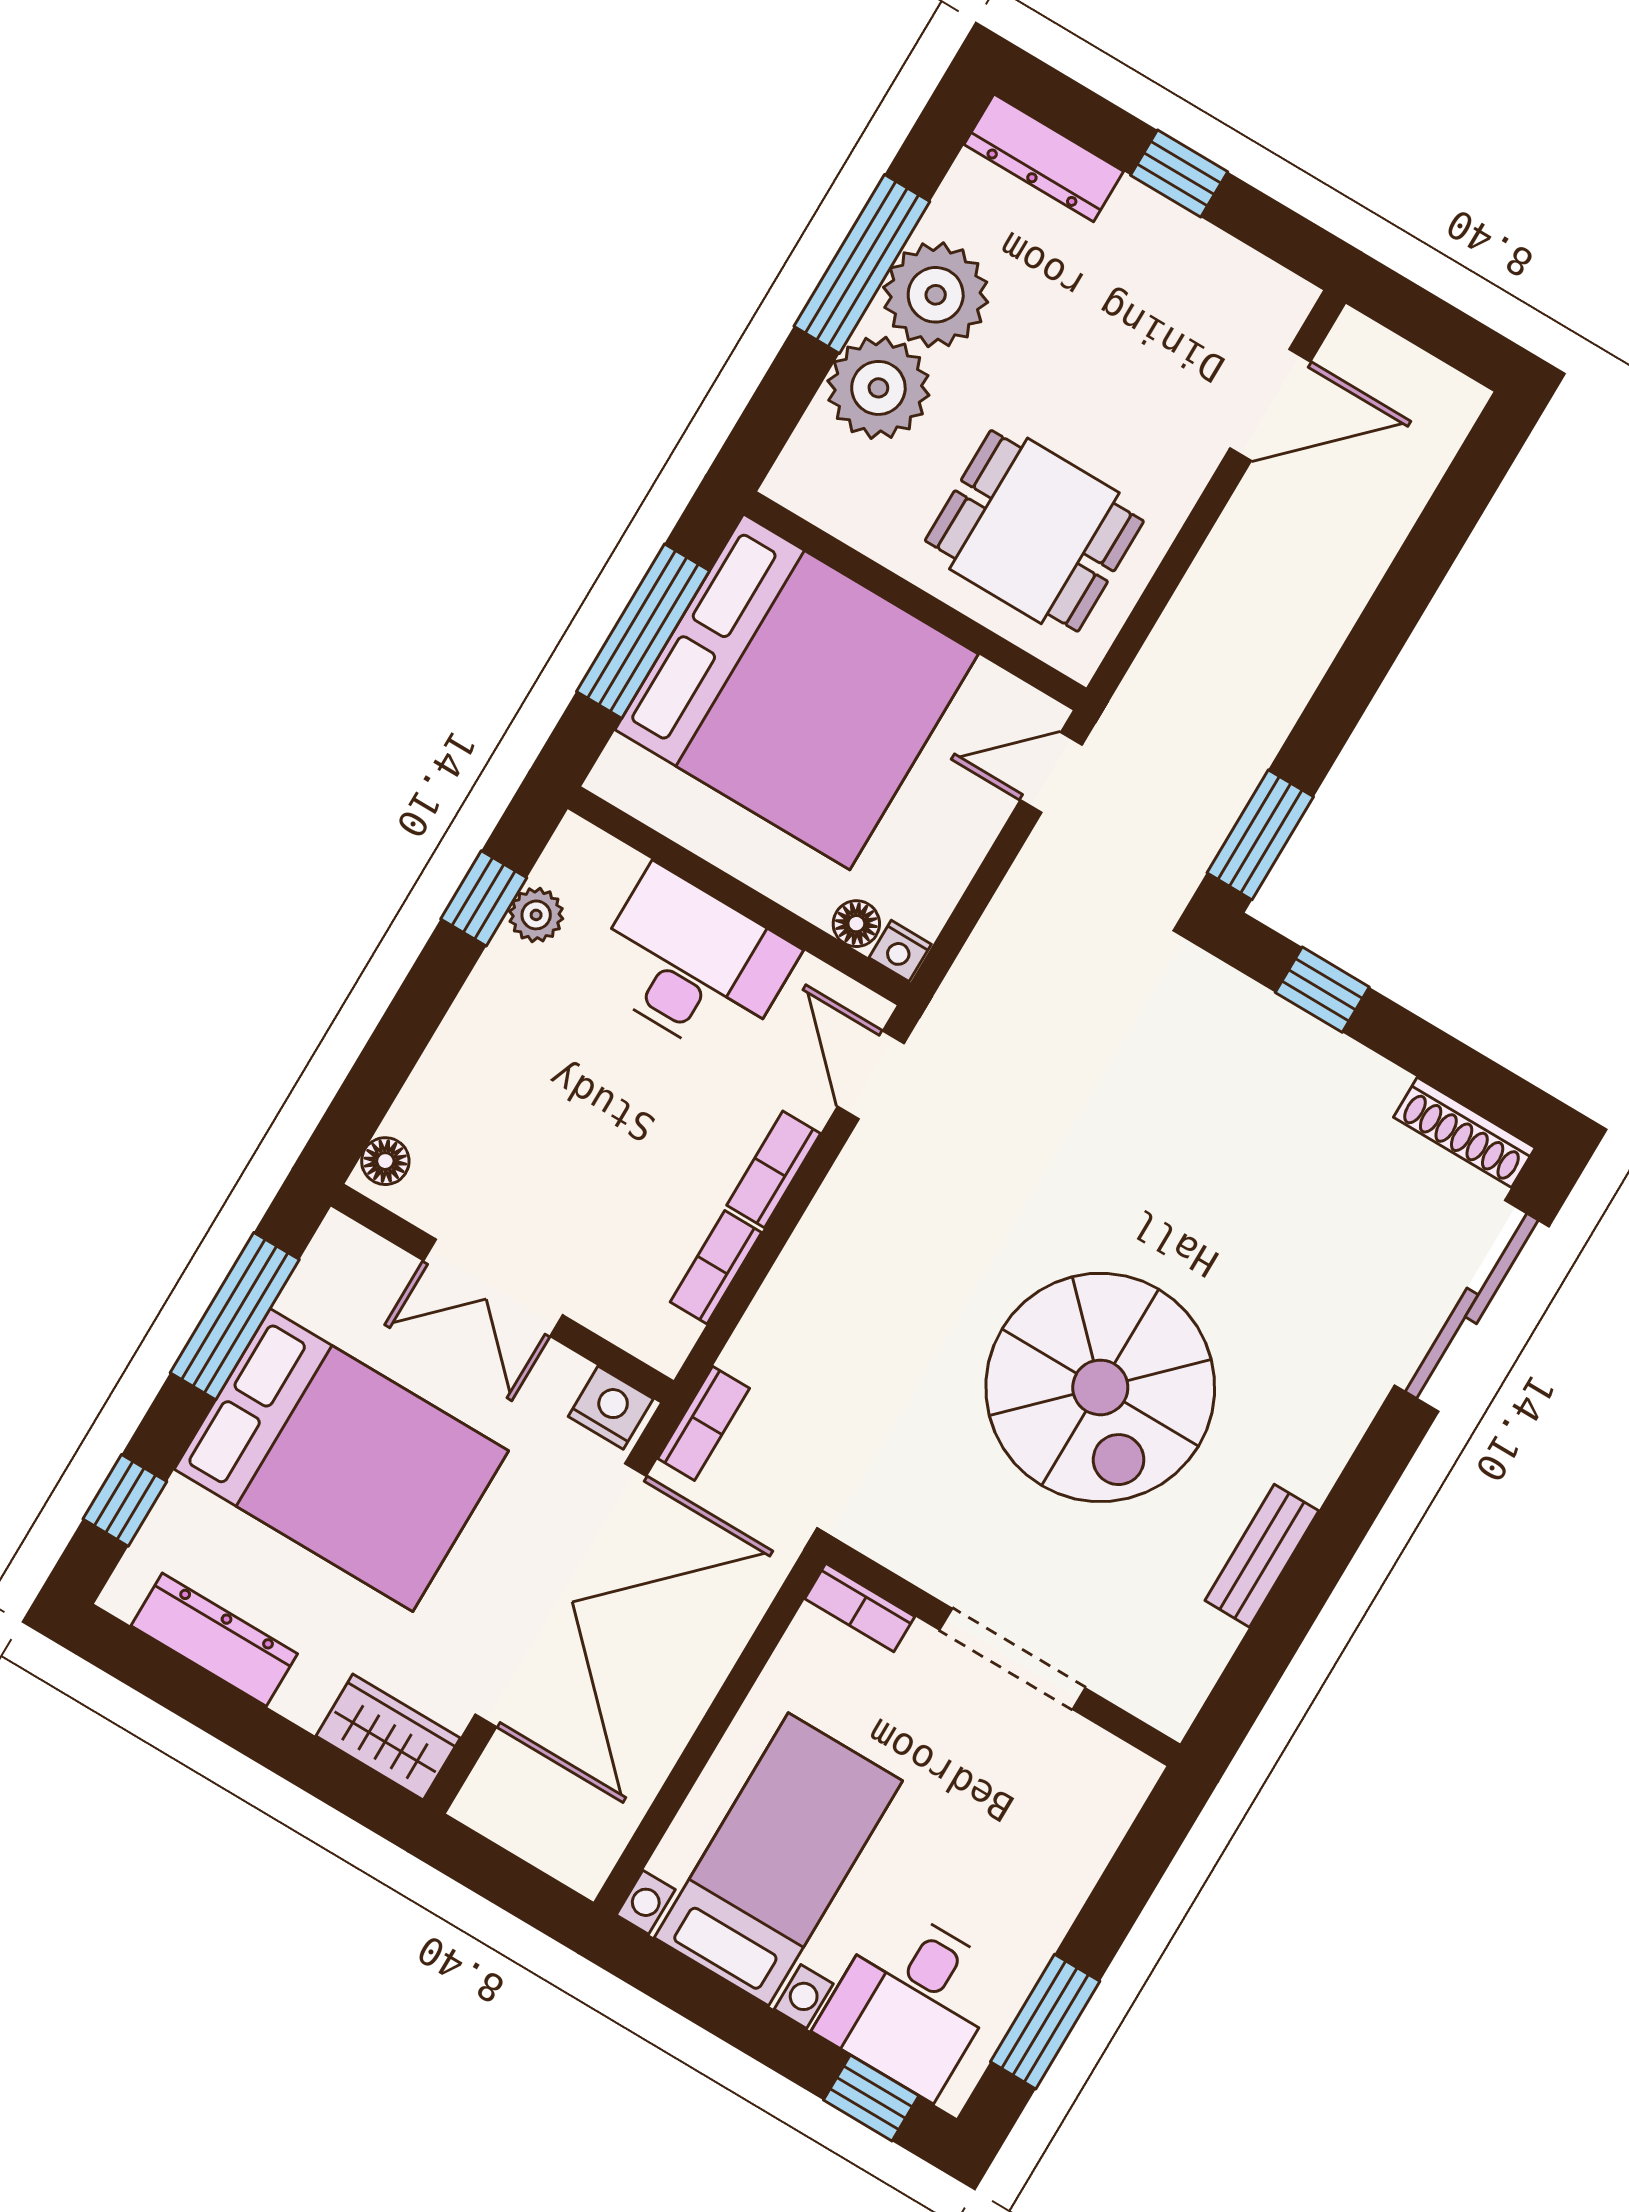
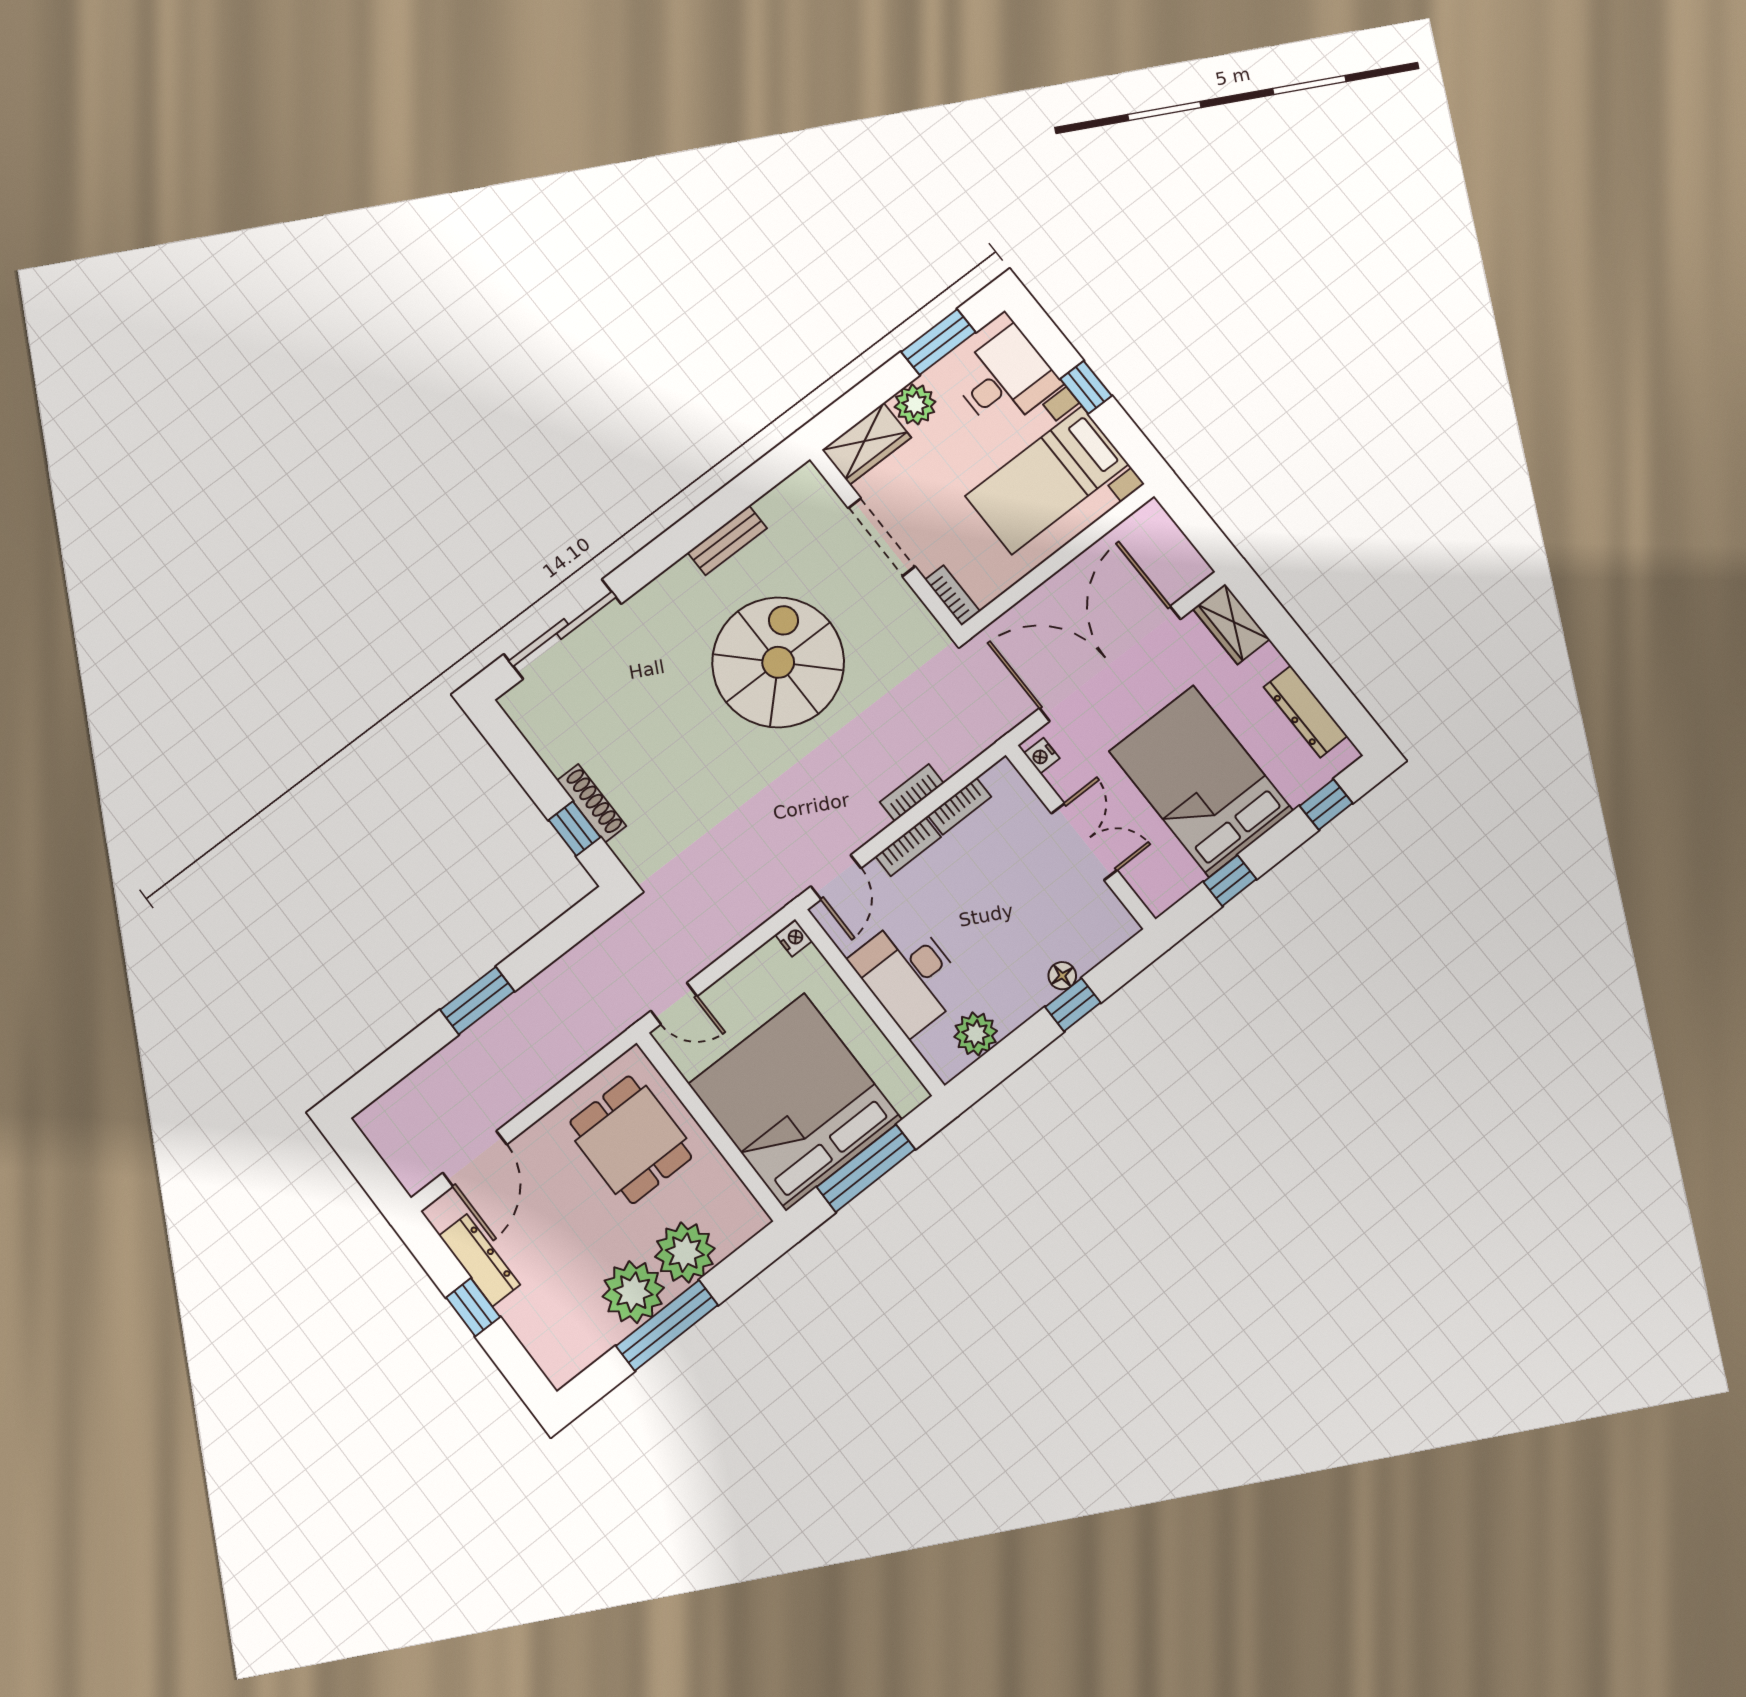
dresser: (1044, 158) -> (480, 1260), moved
door: (1270, 405) -> (475, 1159), swing flipped
window: (1260, 835) -> (477, 1001), moved
window: (484, 898) -> (1073, 1005), moved
plant: (536, 915) -> (976, 1034), width x1.38, depth x1.38
floor lamp: (856, 924) -> (812, 962), removed
shoe rack: (1464, 1132) -> (591, 803), moved
floor lamp: (385, 1161) -> (1062, 976), moved
window: (235, 1316) -> (1230, 881), width x0.46
nightstand: (611, 1408) -> (1042, 756), width x0.72, depth x0.74
bookcase: (704, 1423) -> (912, 793), moved
wardrobe: (1097, 1805) -> (867, 444), added
plant: (1043, 1902) -> (915, 404), added
window: (871, 2098) -> (1086, 387), moved

